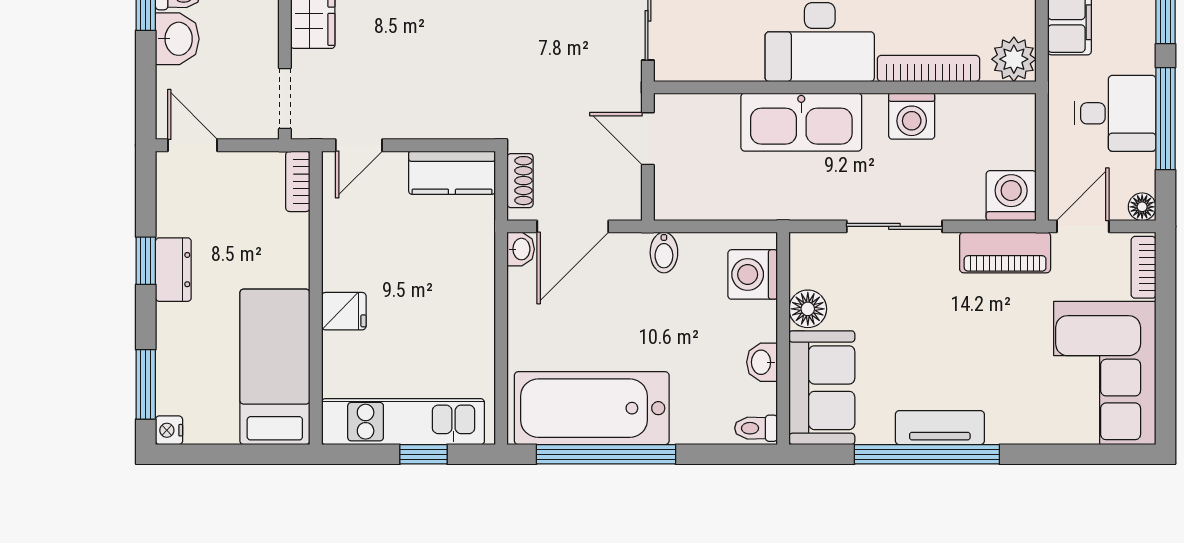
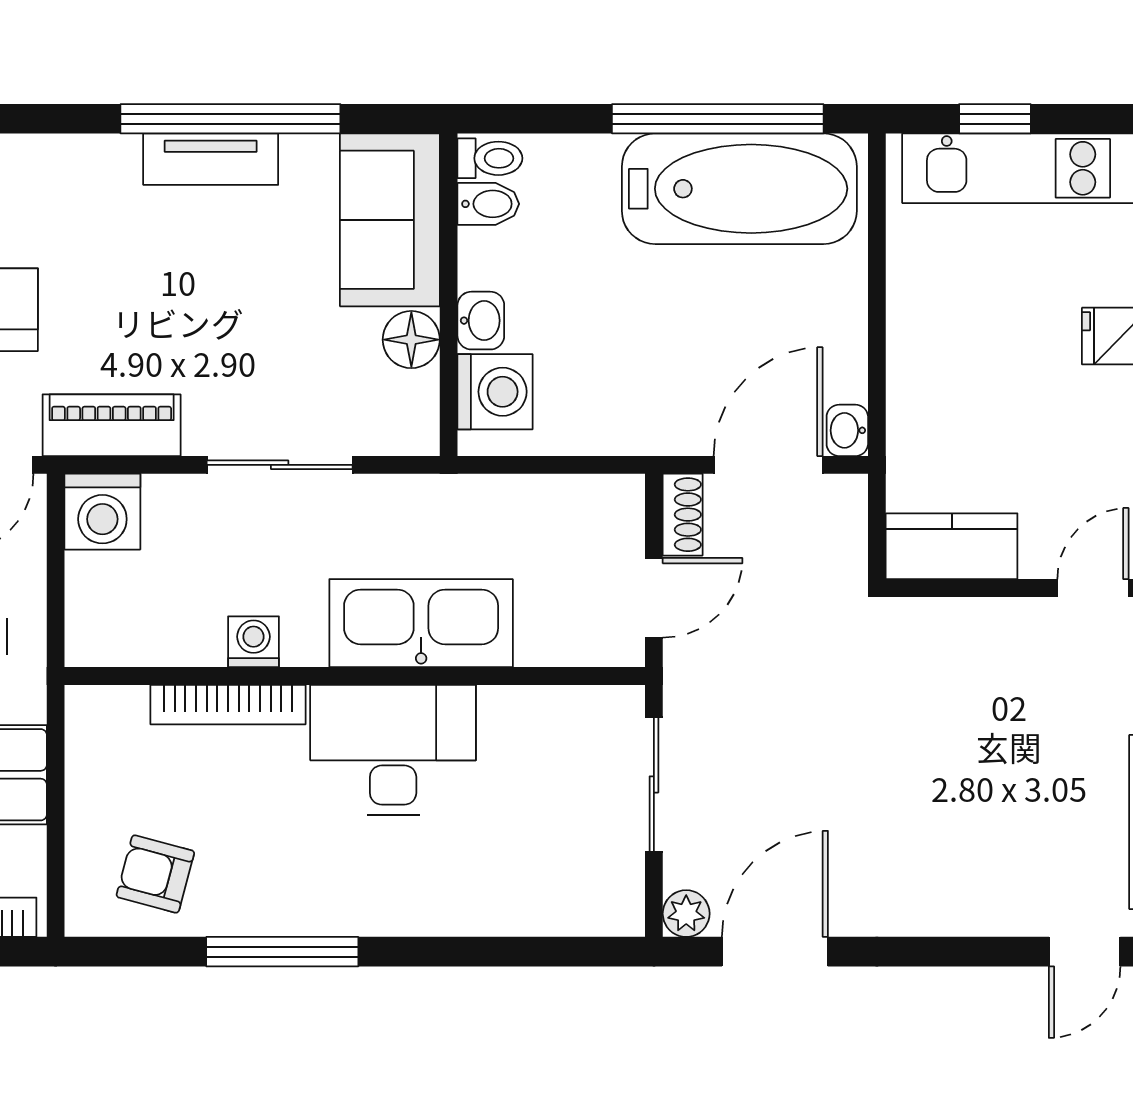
plant: (1014, 59) -> (98, 719), removed
washing machine: (912, 116) -> (253, 642), width x0.73, depth x0.73
door: (648, 139) -> (654, 598), hinge flipped
shoe rack: (520, 181) -> (683, 515), moved, turned 180
bidet: (664, 252) -> (488, 204), moved, turned 90
washbasin: (762, 362) -> (481, 321), moved

